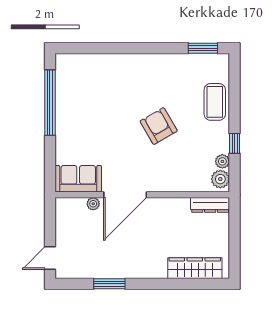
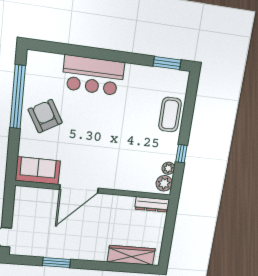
bar counter: (126, 71) -> (93, 75), added
armchair: (159, 126) -> (45, 116), moved
plant: (93, 204) -> (49, 194), removed

